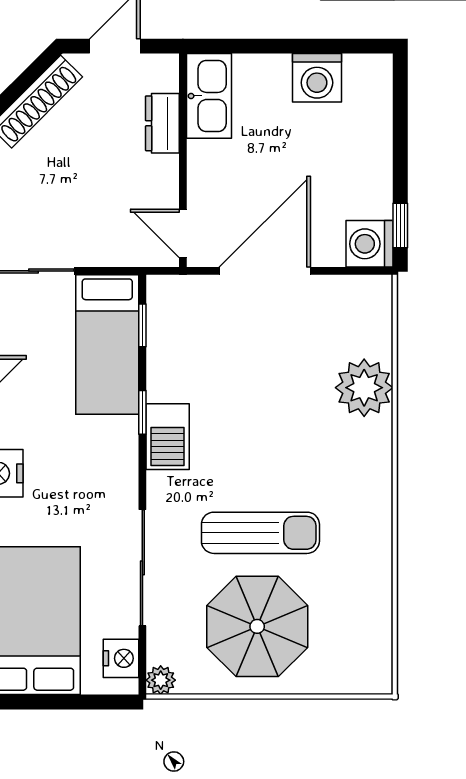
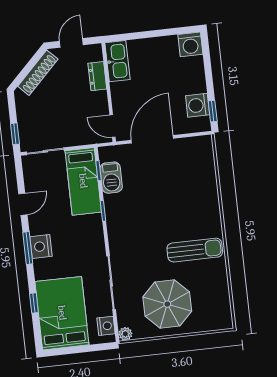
washing machine: (317, 78) -> (190, 44), moved
washing machine: (370, 244) -> (198, 105), moved
plant: (364, 388) -> (204, 188), removed
barbecue: (168, 437) -> (111, 178), moved
sun lounger: (260, 533) -> (195, 250), moved

